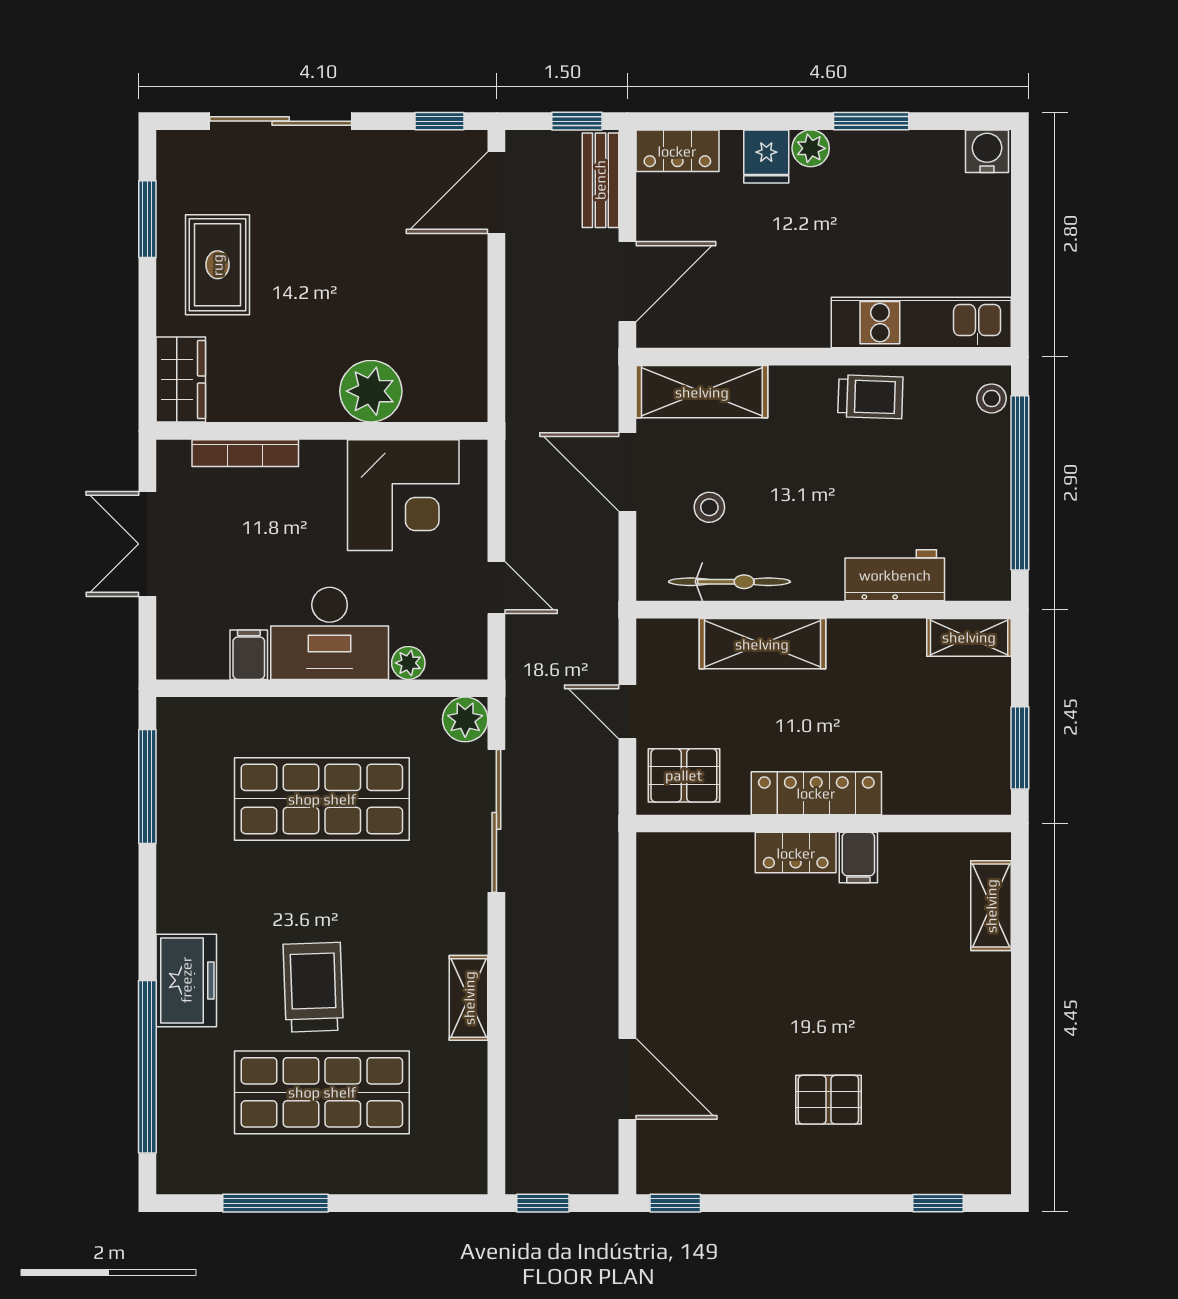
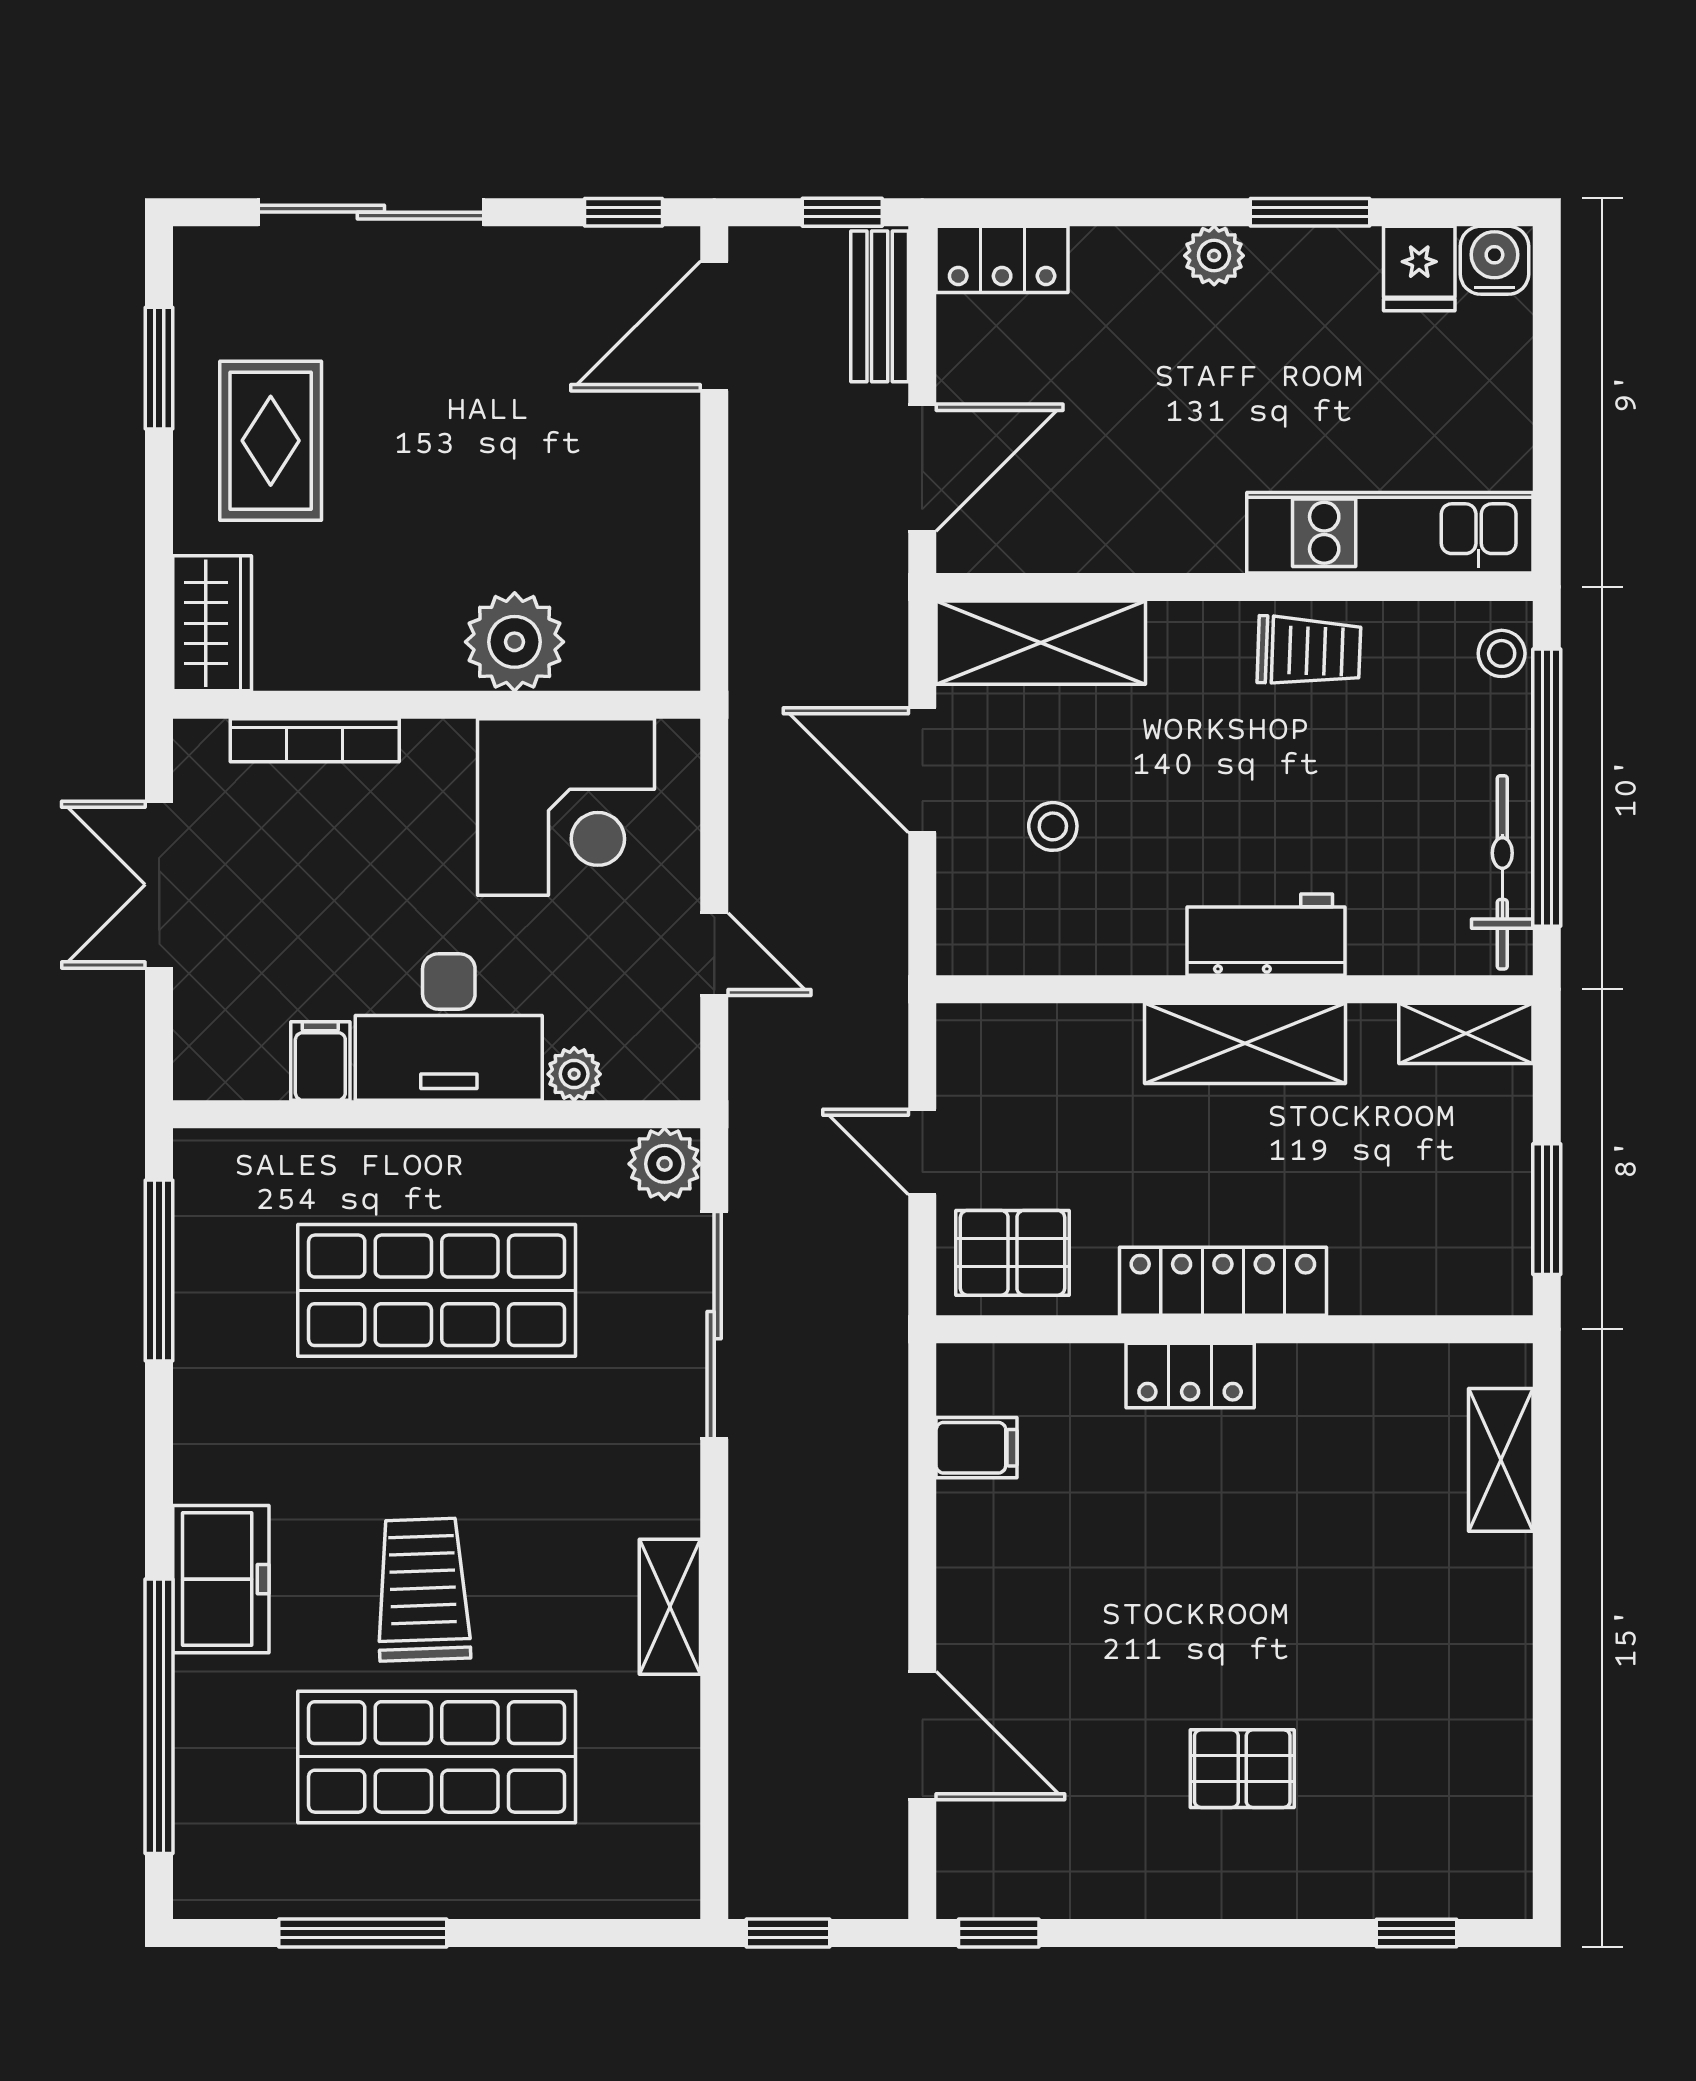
fridge: (766, 156) -> (1419, 268), moved
workbench: (895, 575) -> (1266, 935), moved
bicycle: (729, 582) -> (1502, 872), moved, turned -90
shelving: (762, 644) -> (1245, 1043), moved
filing cabinet: (858, 858) -> (977, 1448), moved, turned -90

